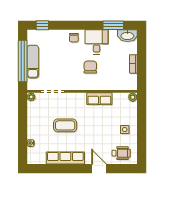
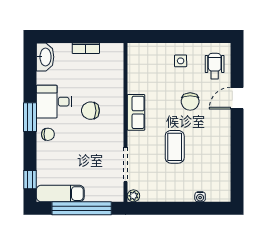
window: (113, 25) -> (30, 117), moved
exam couch: (33, 62) -> (60, 194), moved
plant: (133, 97) -> (134, 49), removed
row of seats: (99, 99) -> (136, 112), moved
chair: (97, 136) -> (190, 102), added
row of seats: (65, 158) -> (222, 147), removed

